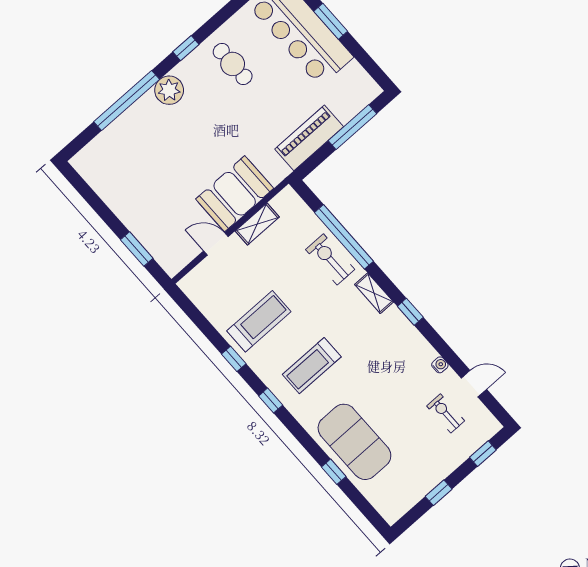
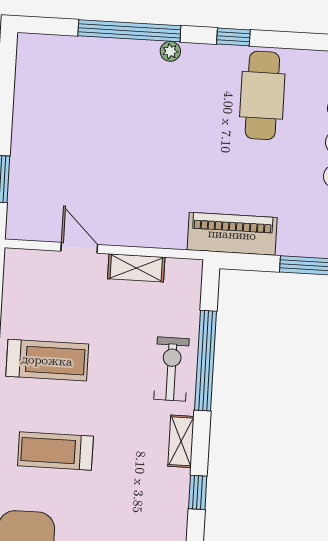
cafe table: (233, 64) -> (262, 95), width x1.37, depth x1.35
plant: (169, 90) -> (170, 51), width x0.53, depth x0.53
piano: (309, 138) -> (232, 234), moved
booth: (235, 194) -> (143, 218), removed

